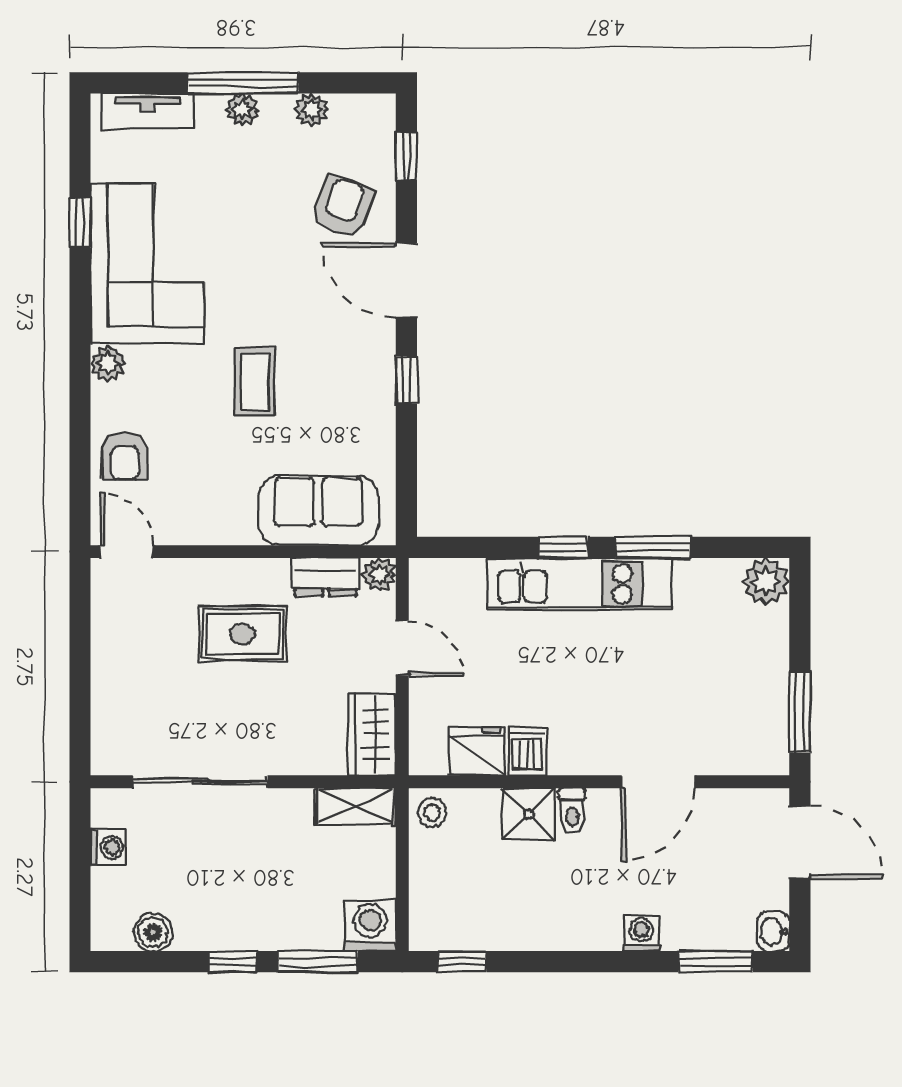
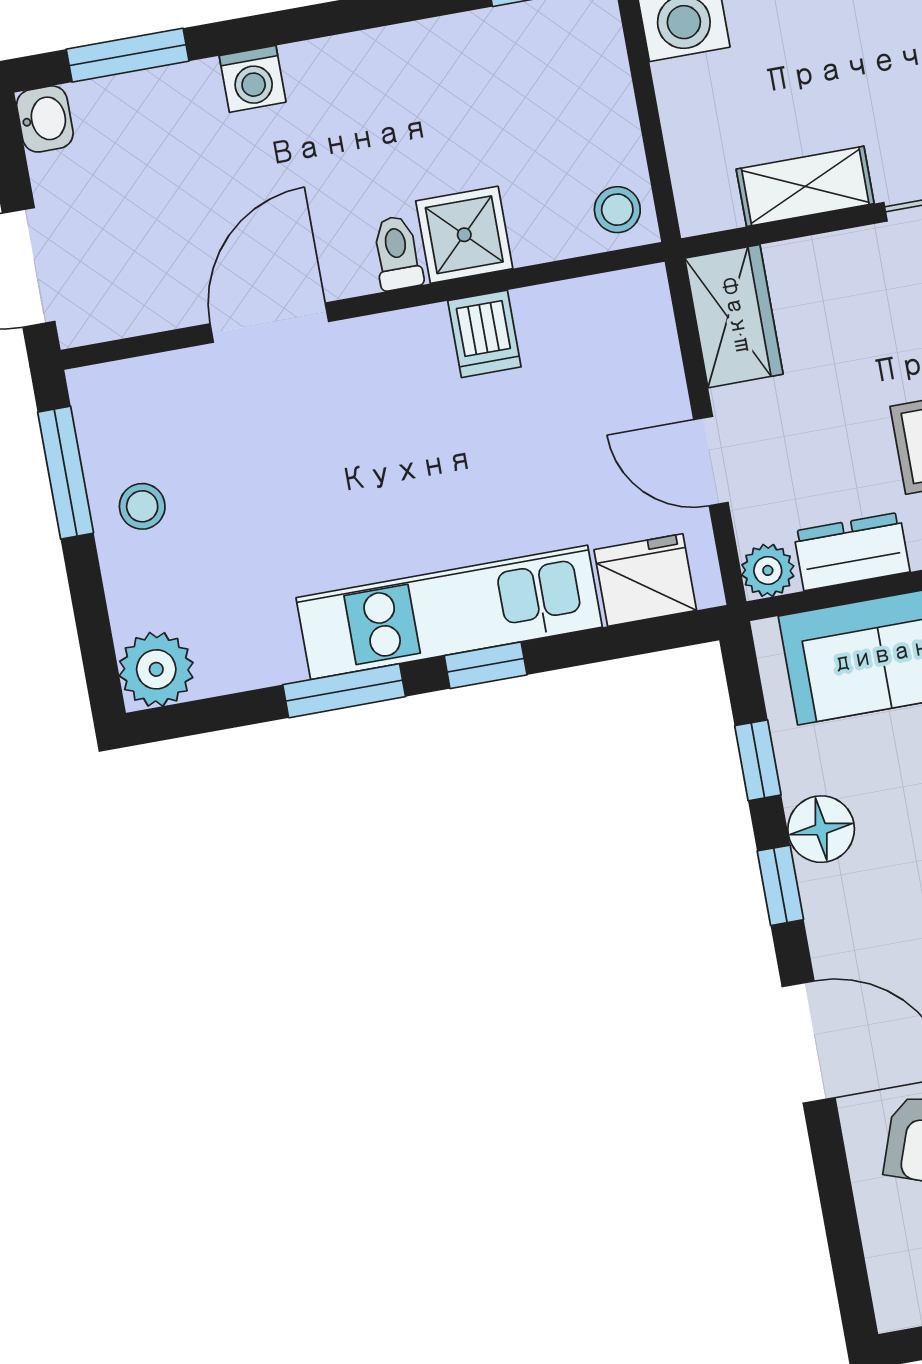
window: (406, 156) -> (758, 760), moved
floor lamp: (375, 410) -> (821, 829), added
stool: (757, 683) -> (142, 506), added
fridge: (477, 751) -> (645, 580), moved, turned 180
shelving: (355, 806) -> (805, 186), moved

